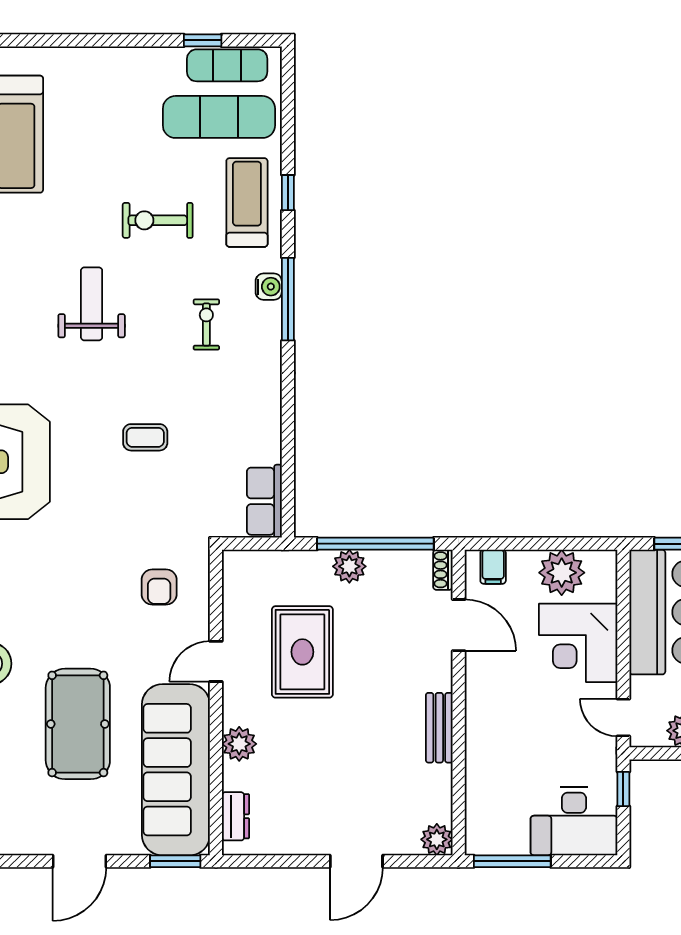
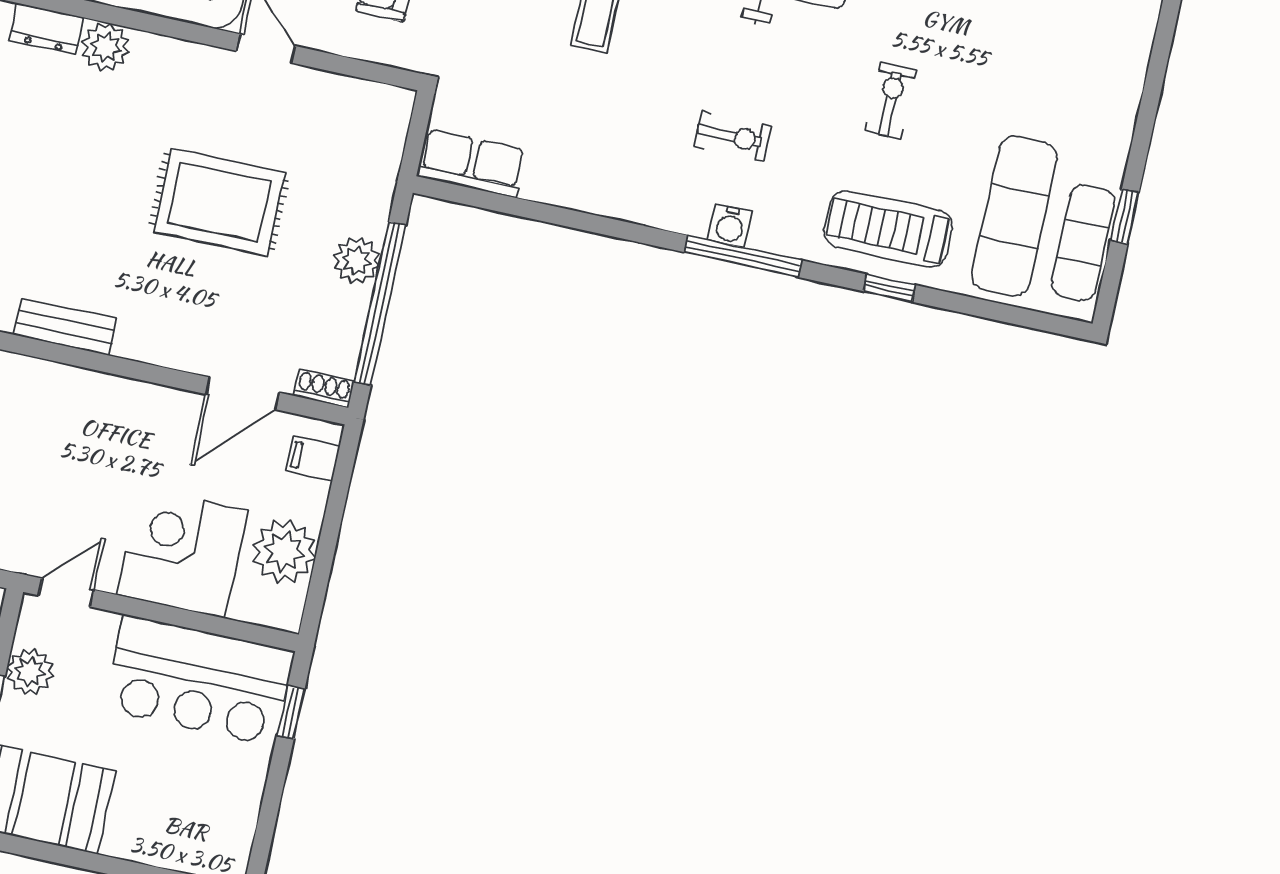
treadmill: (247, 202) -> (888, 229), turned 180
exercise bike: (158, 220) -> (890, 101), width x0.73, depth x0.72
water cooler: (269, 287) -> (730, 226), moved
rug: (302, 652) -> (219, 202), moved
bench: (439, 728) -> (65, 327), moved
plant: (239, 744) -> (106, 47), moved

